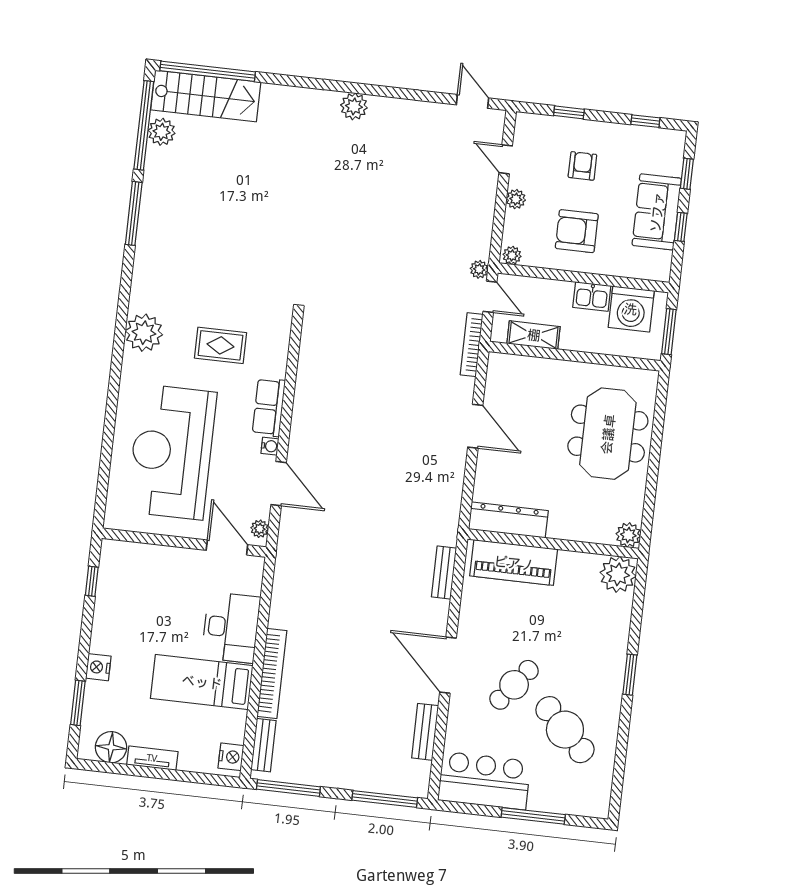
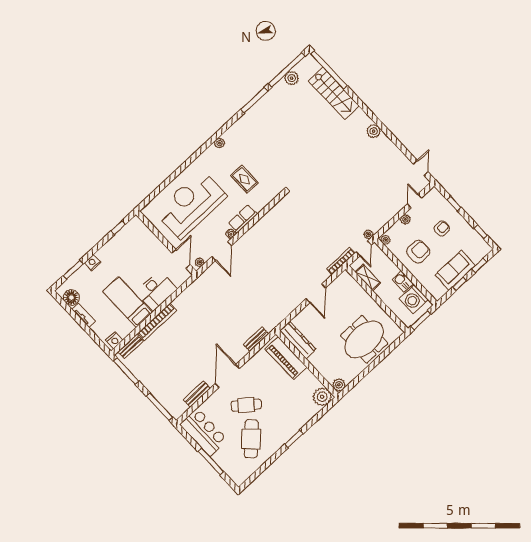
stairs: (206, 96) -> (334, 93), moved
armchair: (577, 231) -> (418, 252), turned 90
plant: (144, 333) -> (219, 143), width x0.53, depth x0.53

